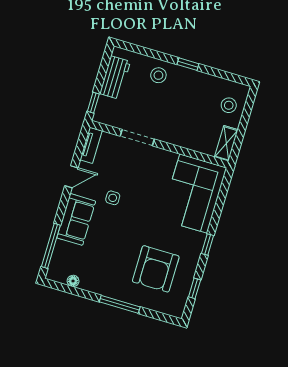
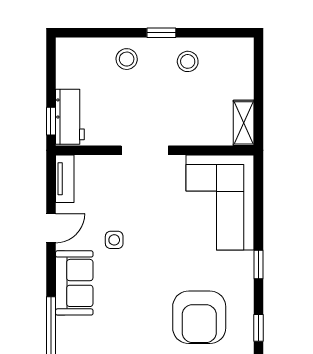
workbench: (115, 78) -> (70, 117), moved
stool: (229, 105) -> (188, 61), moved
doorway: (137, 138) -> (145, 150), moved

